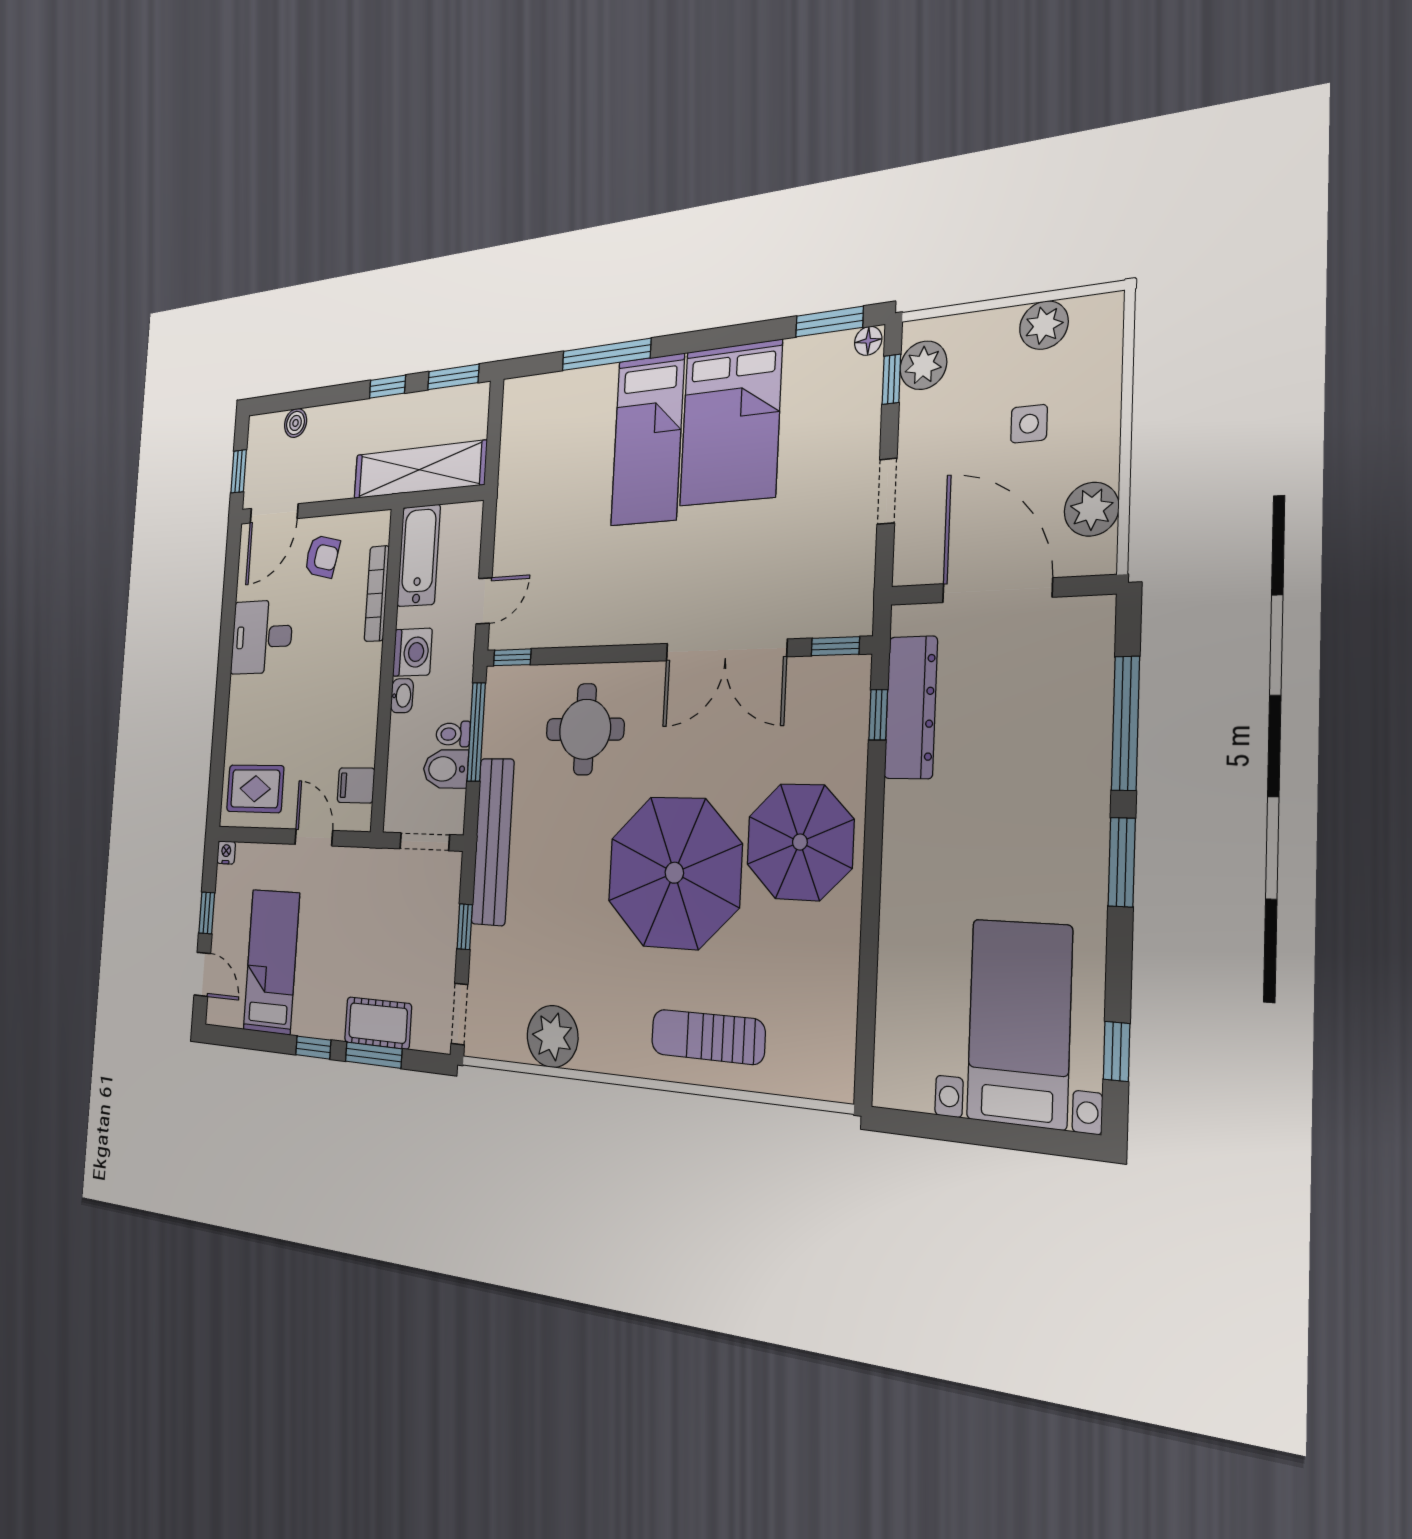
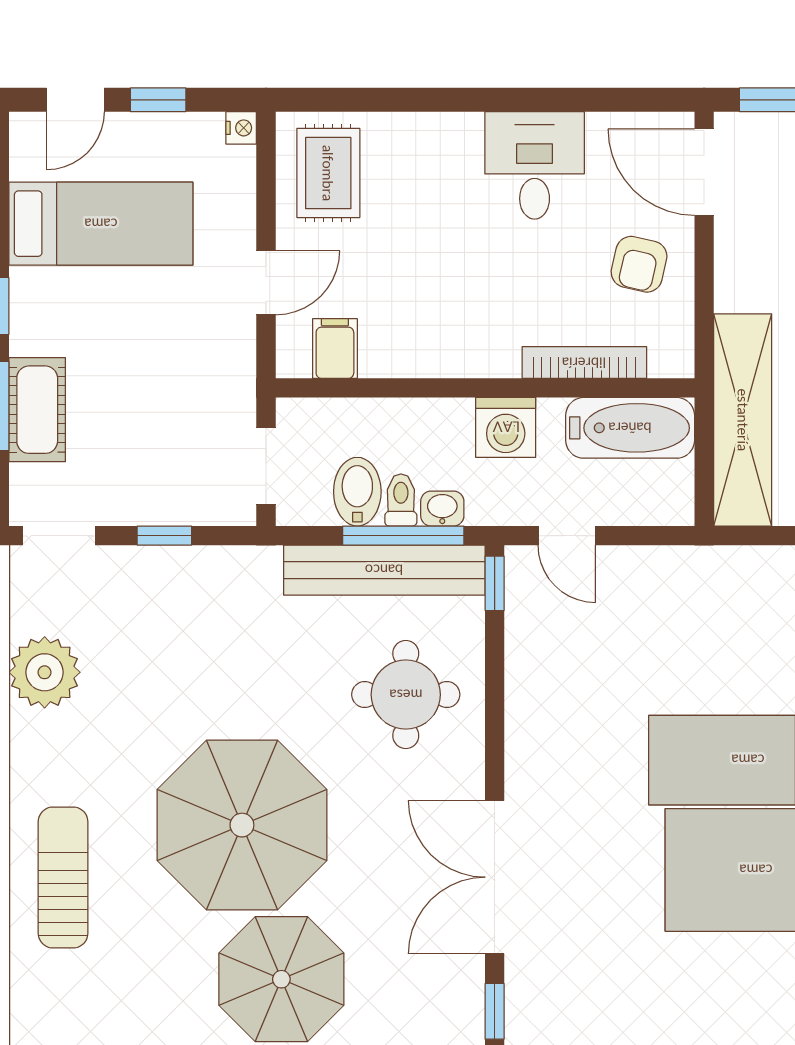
washbasin: (402, 696) -> (442, 509), moved, turned 180
bench: (493, 842) -> (384, 570), moved

